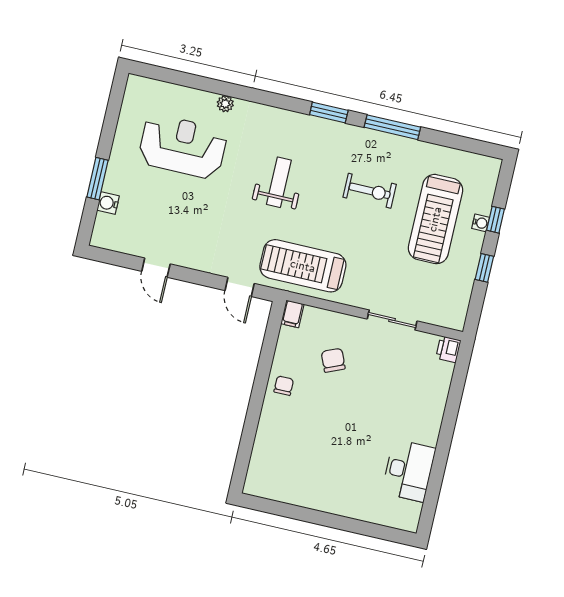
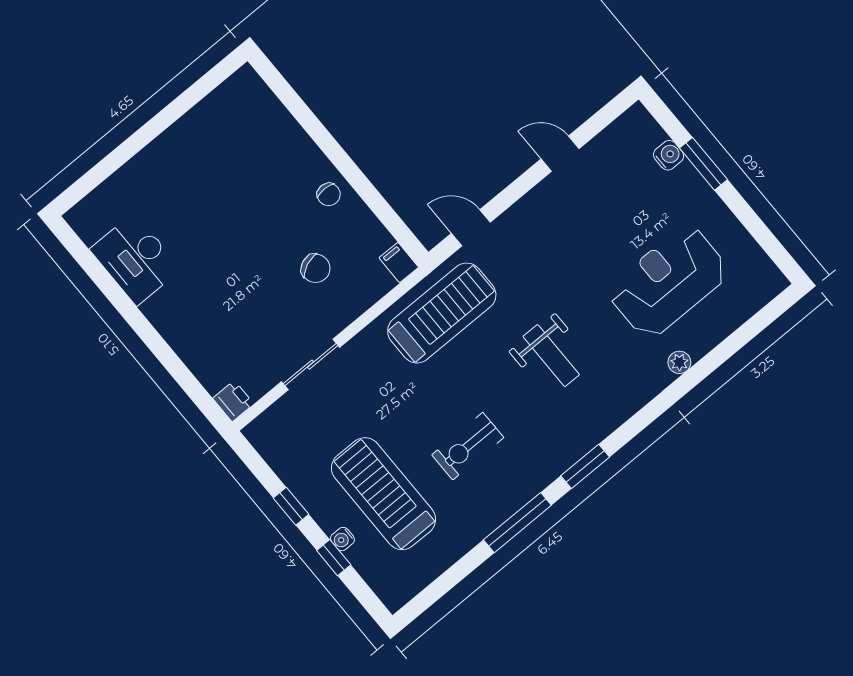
reception desk: (183, 146) -> (668, 282), turned 180

